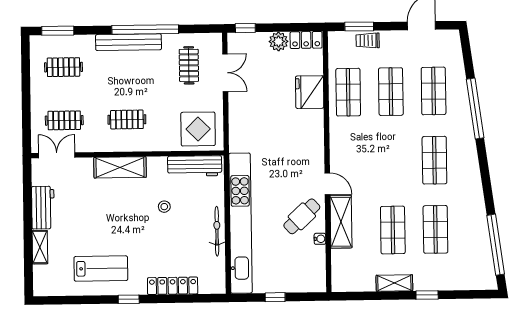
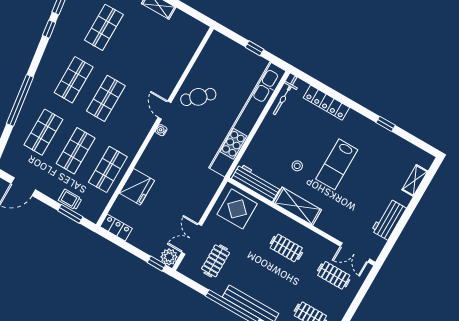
trolley: (368, 40) -> (70, 200), turned 180
plant: (278, 41) -> (169, 257), moved
shelving: (120, 167) -> (297, 206), moved
window: (488, 196) -> (49, 29), added
shelving: (341, 222) -> (171, 75), removed
shop shelf: (393, 230) -> (106, 98), moved
bicycle: (217, 231) -> (285, 95), moved
water cooler: (320, 239) -> (161, 130), moved
shelving: (40, 247) -> (415, 180), moved
lab bench: (101, 269) -> (337, 164), moved, turned -90
window: (129, 299) -> (386, 124), moved

